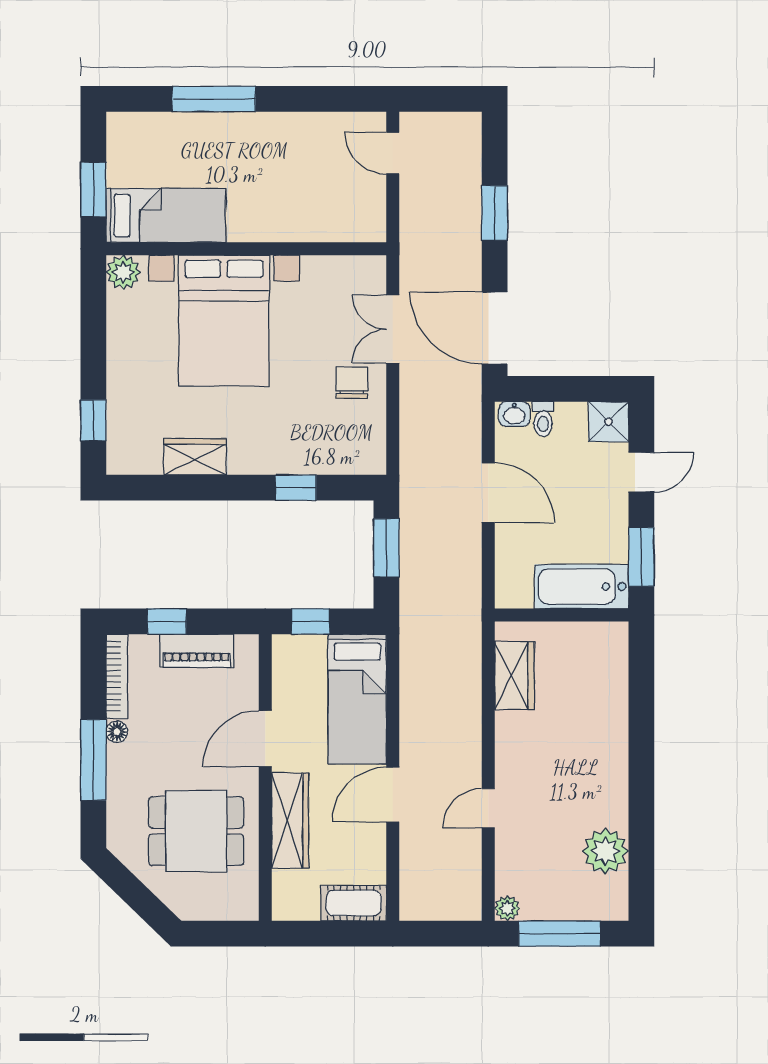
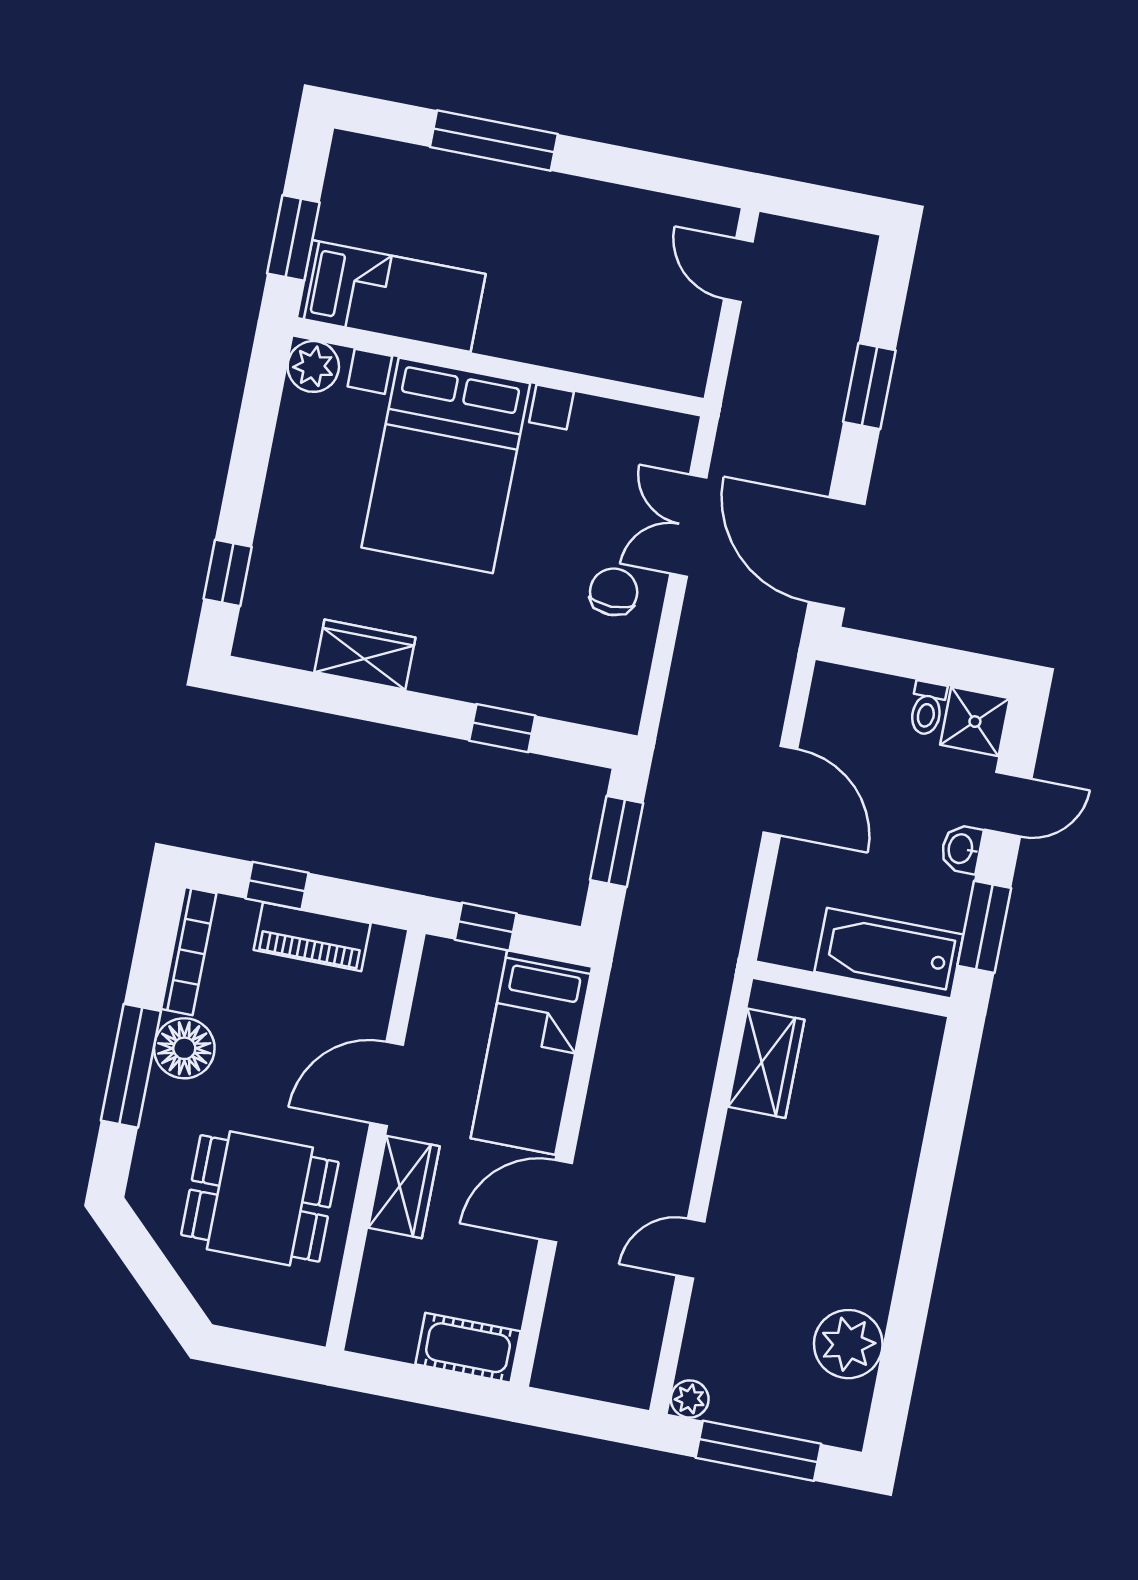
washbasin: (514, 414) -> (961, 849), moved, turned 90
toilet: (543, 419) -> (927, 708), moved
floor lamp: (117, 732) -> (184, 1048), width x1.89, depth x1.89
wardrobe: (290, 821) -> (404, 1187), width x0.67

